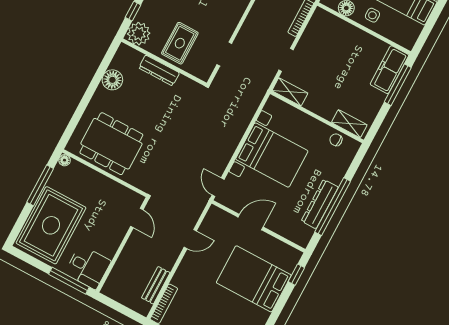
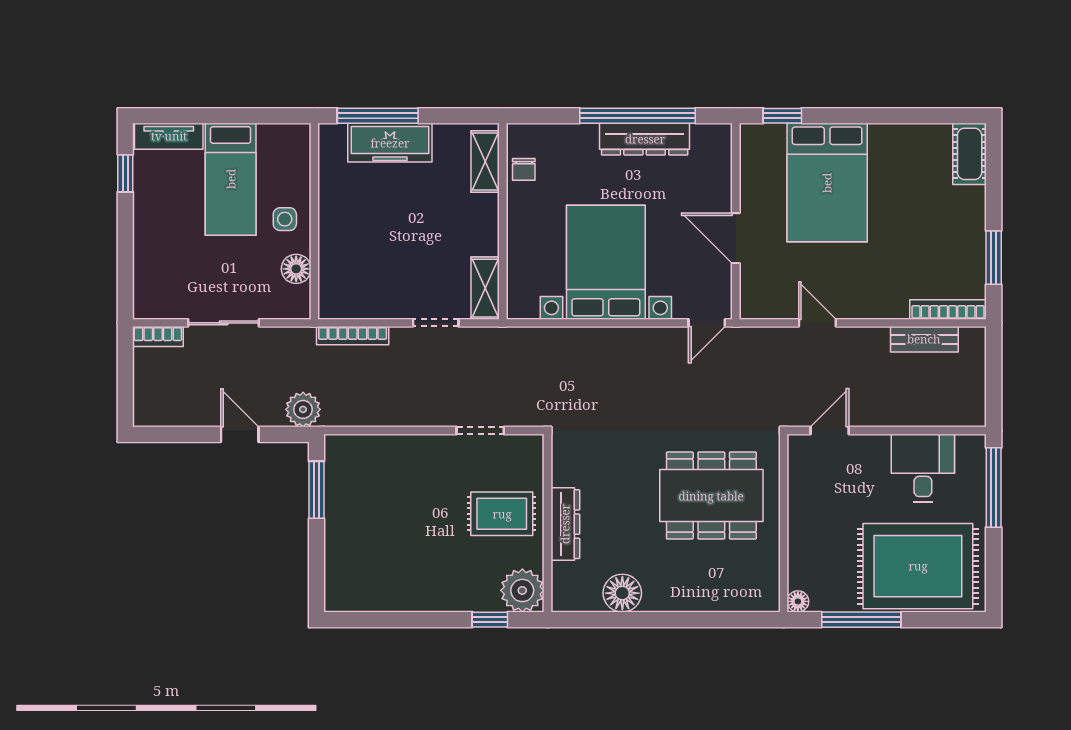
freezer: (389, 70) -> (390, 143), moved
dining table: (111, 144) -> (711, 496), moved, turned 90
desk: (88, 267) -> (923, 468), moved

